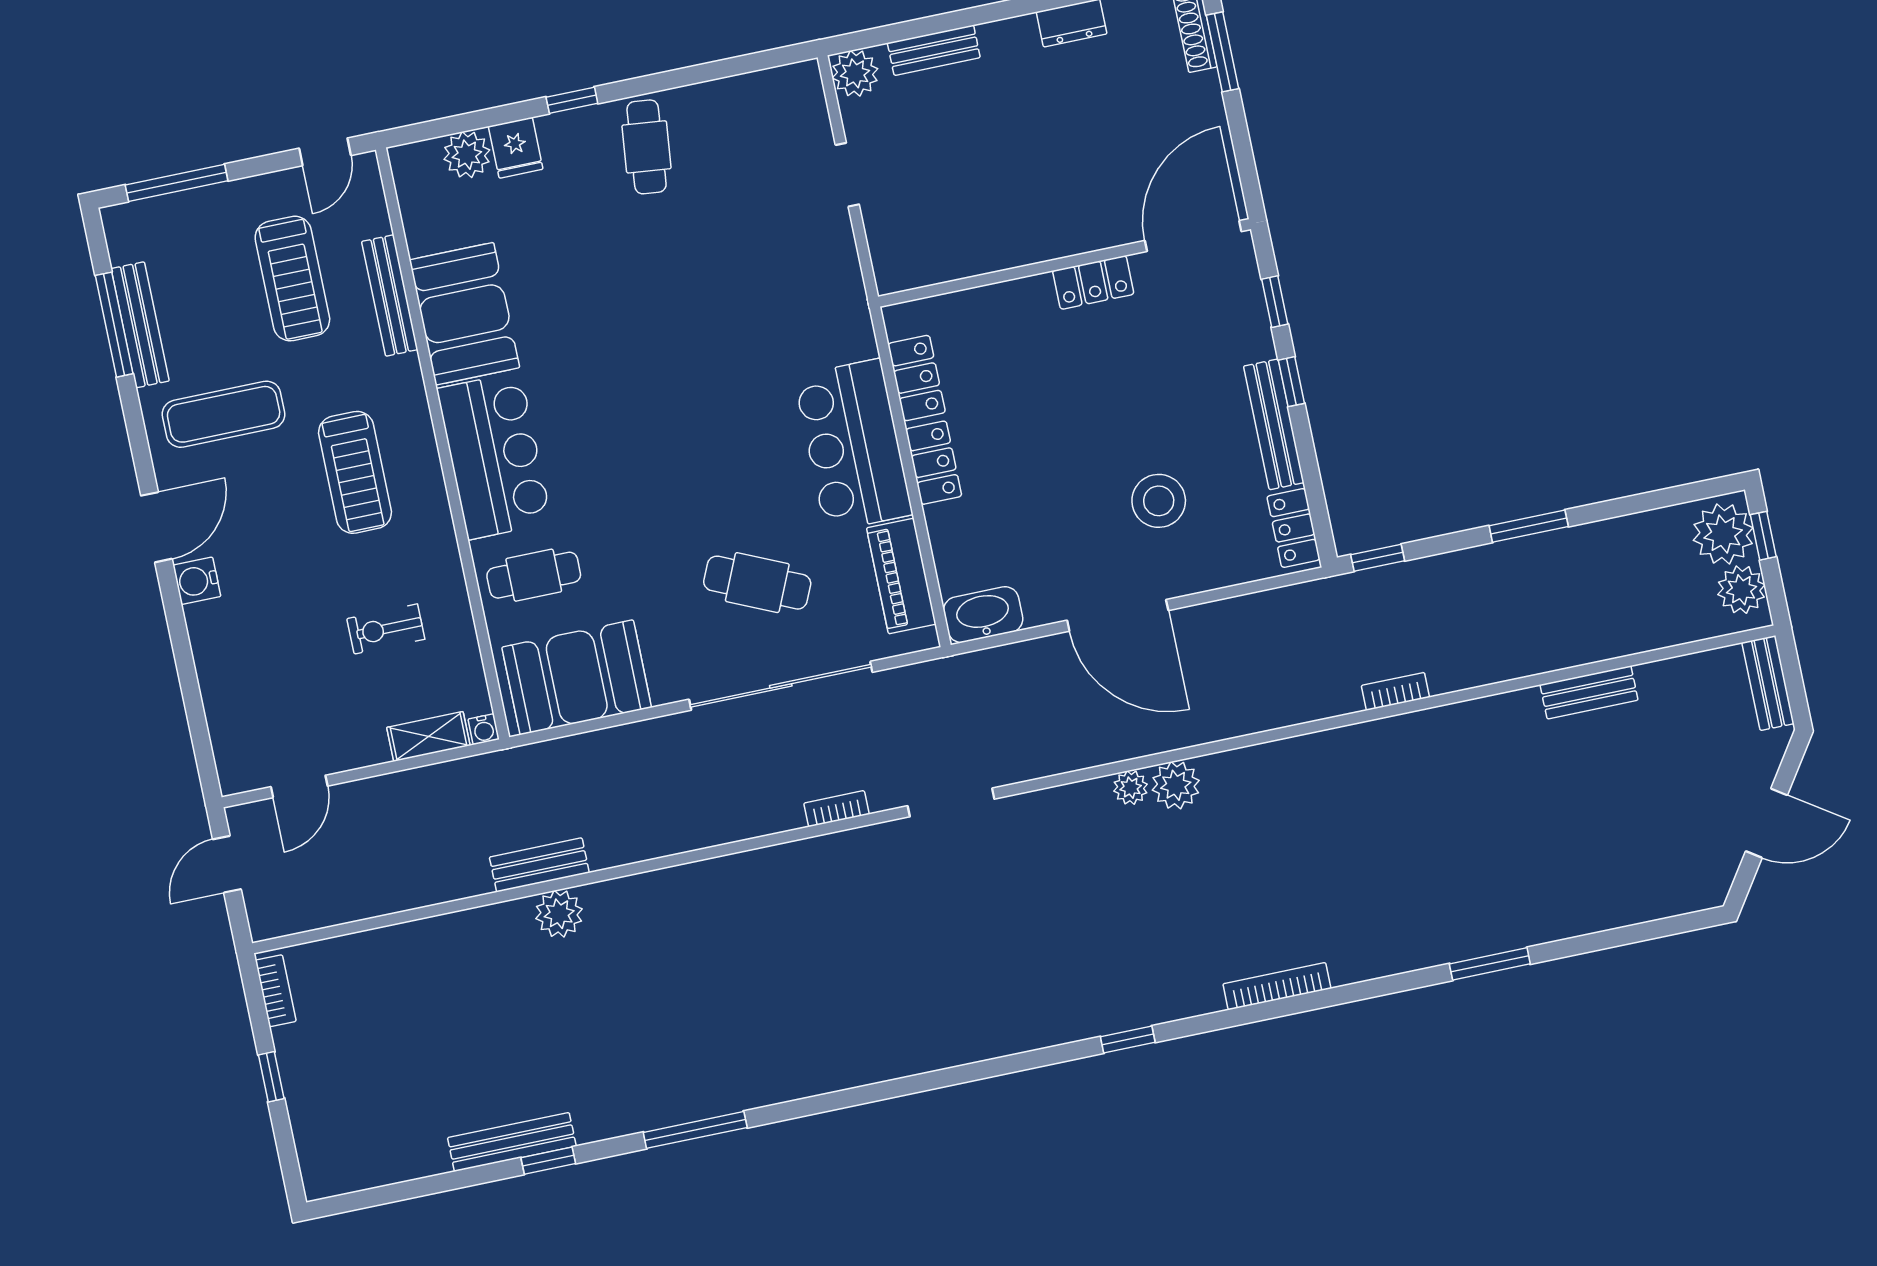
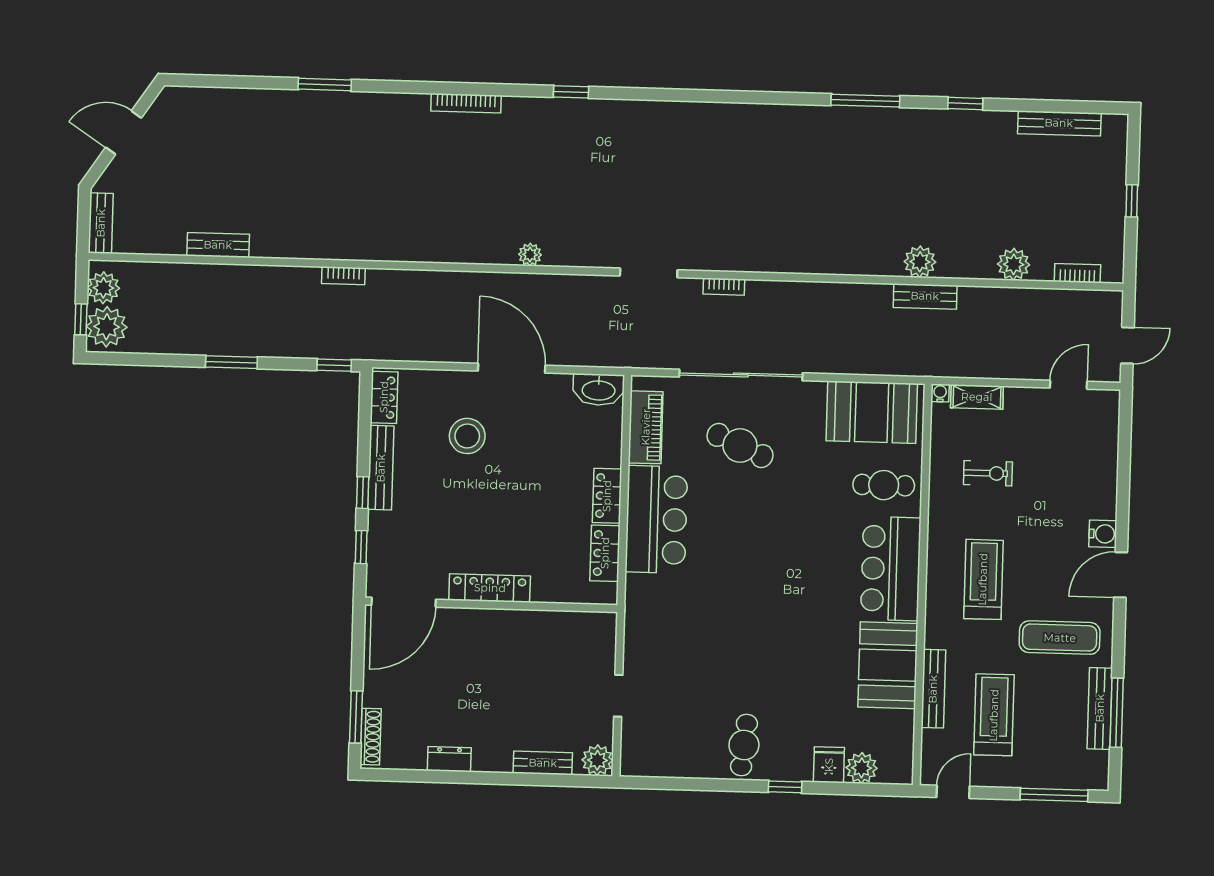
locker: (1093, 282) -> (490, 588), width x1.53
plant: (1176, 785) -> (1014, 264), moved
bookcase: (276, 991) -> (1077, 273), moved, turned 90
bench: (512, 1142) -> (1059, 123), moved

